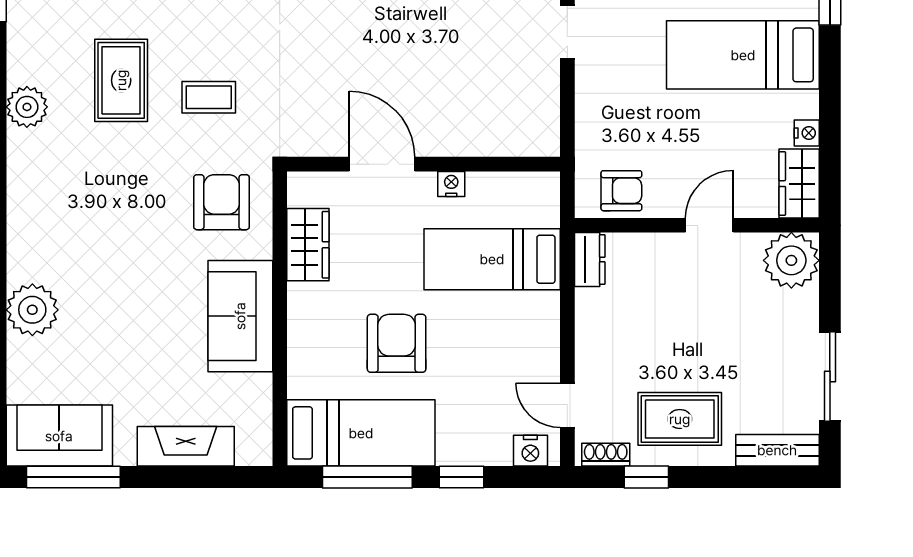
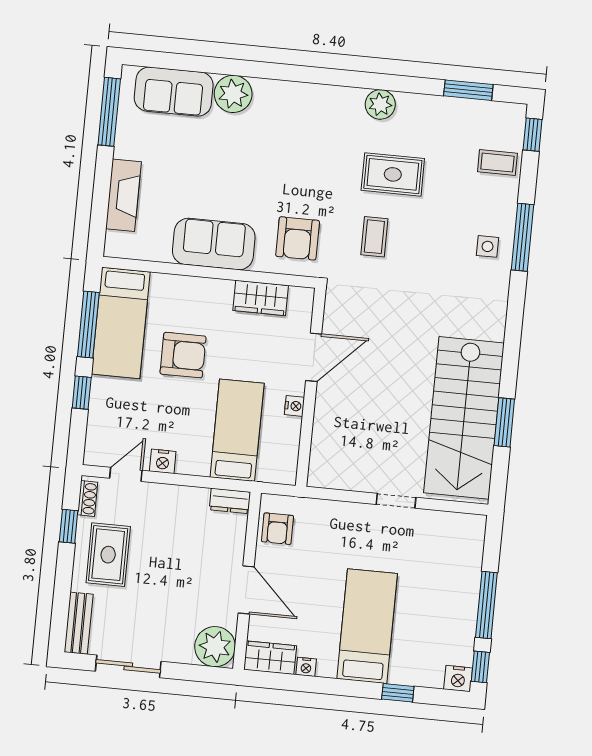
armchair: (222, 202) -> (298, 238), turned 90
door: (709, 225) -> (246, 590), width x1.38
sofa: (59, 436) -> (174, 92), moved, turned 90
nightstand: (530, 451) -> (163, 461), moved, turned -90

